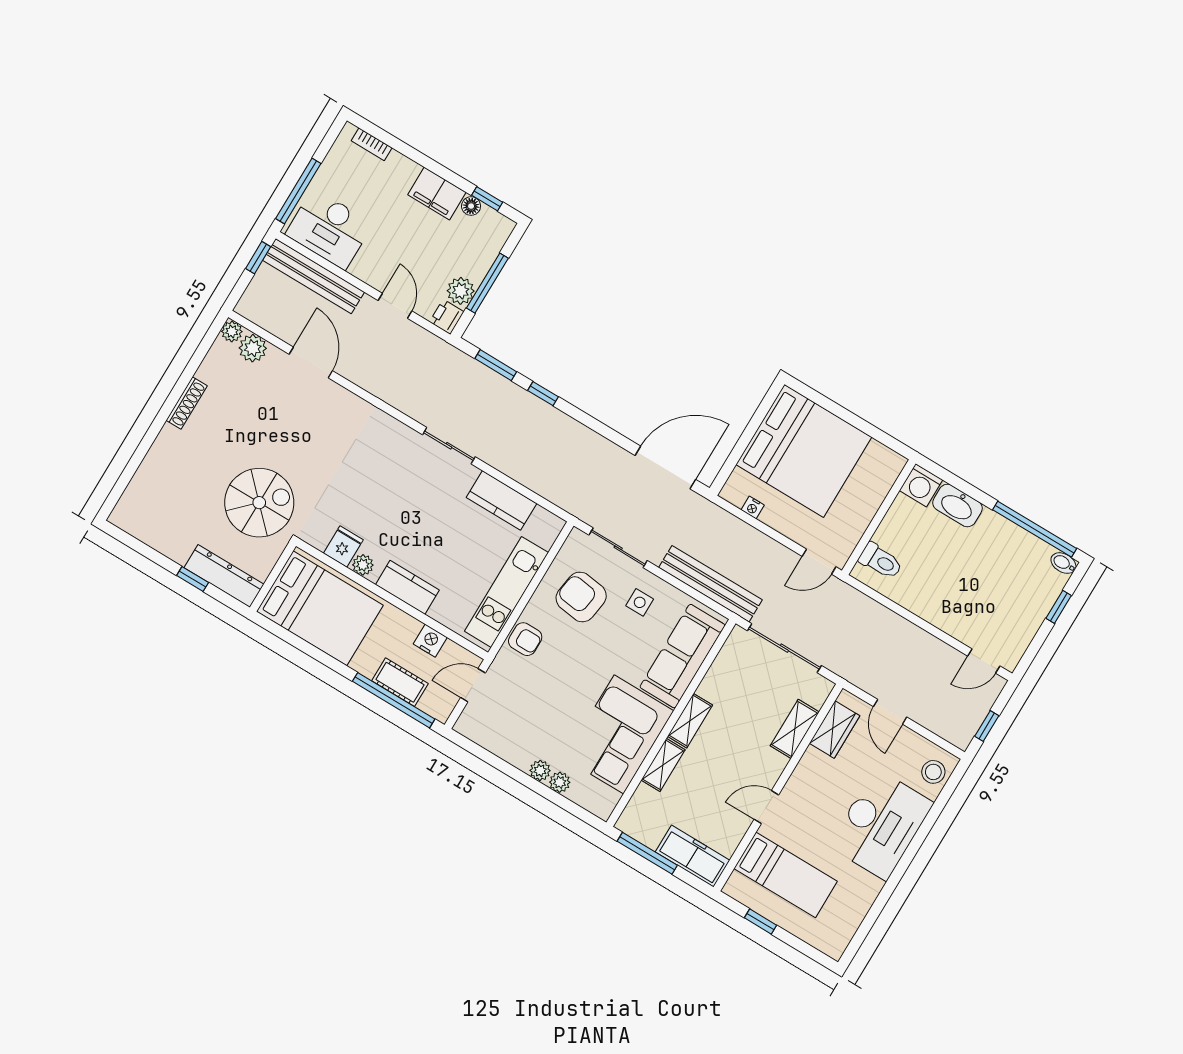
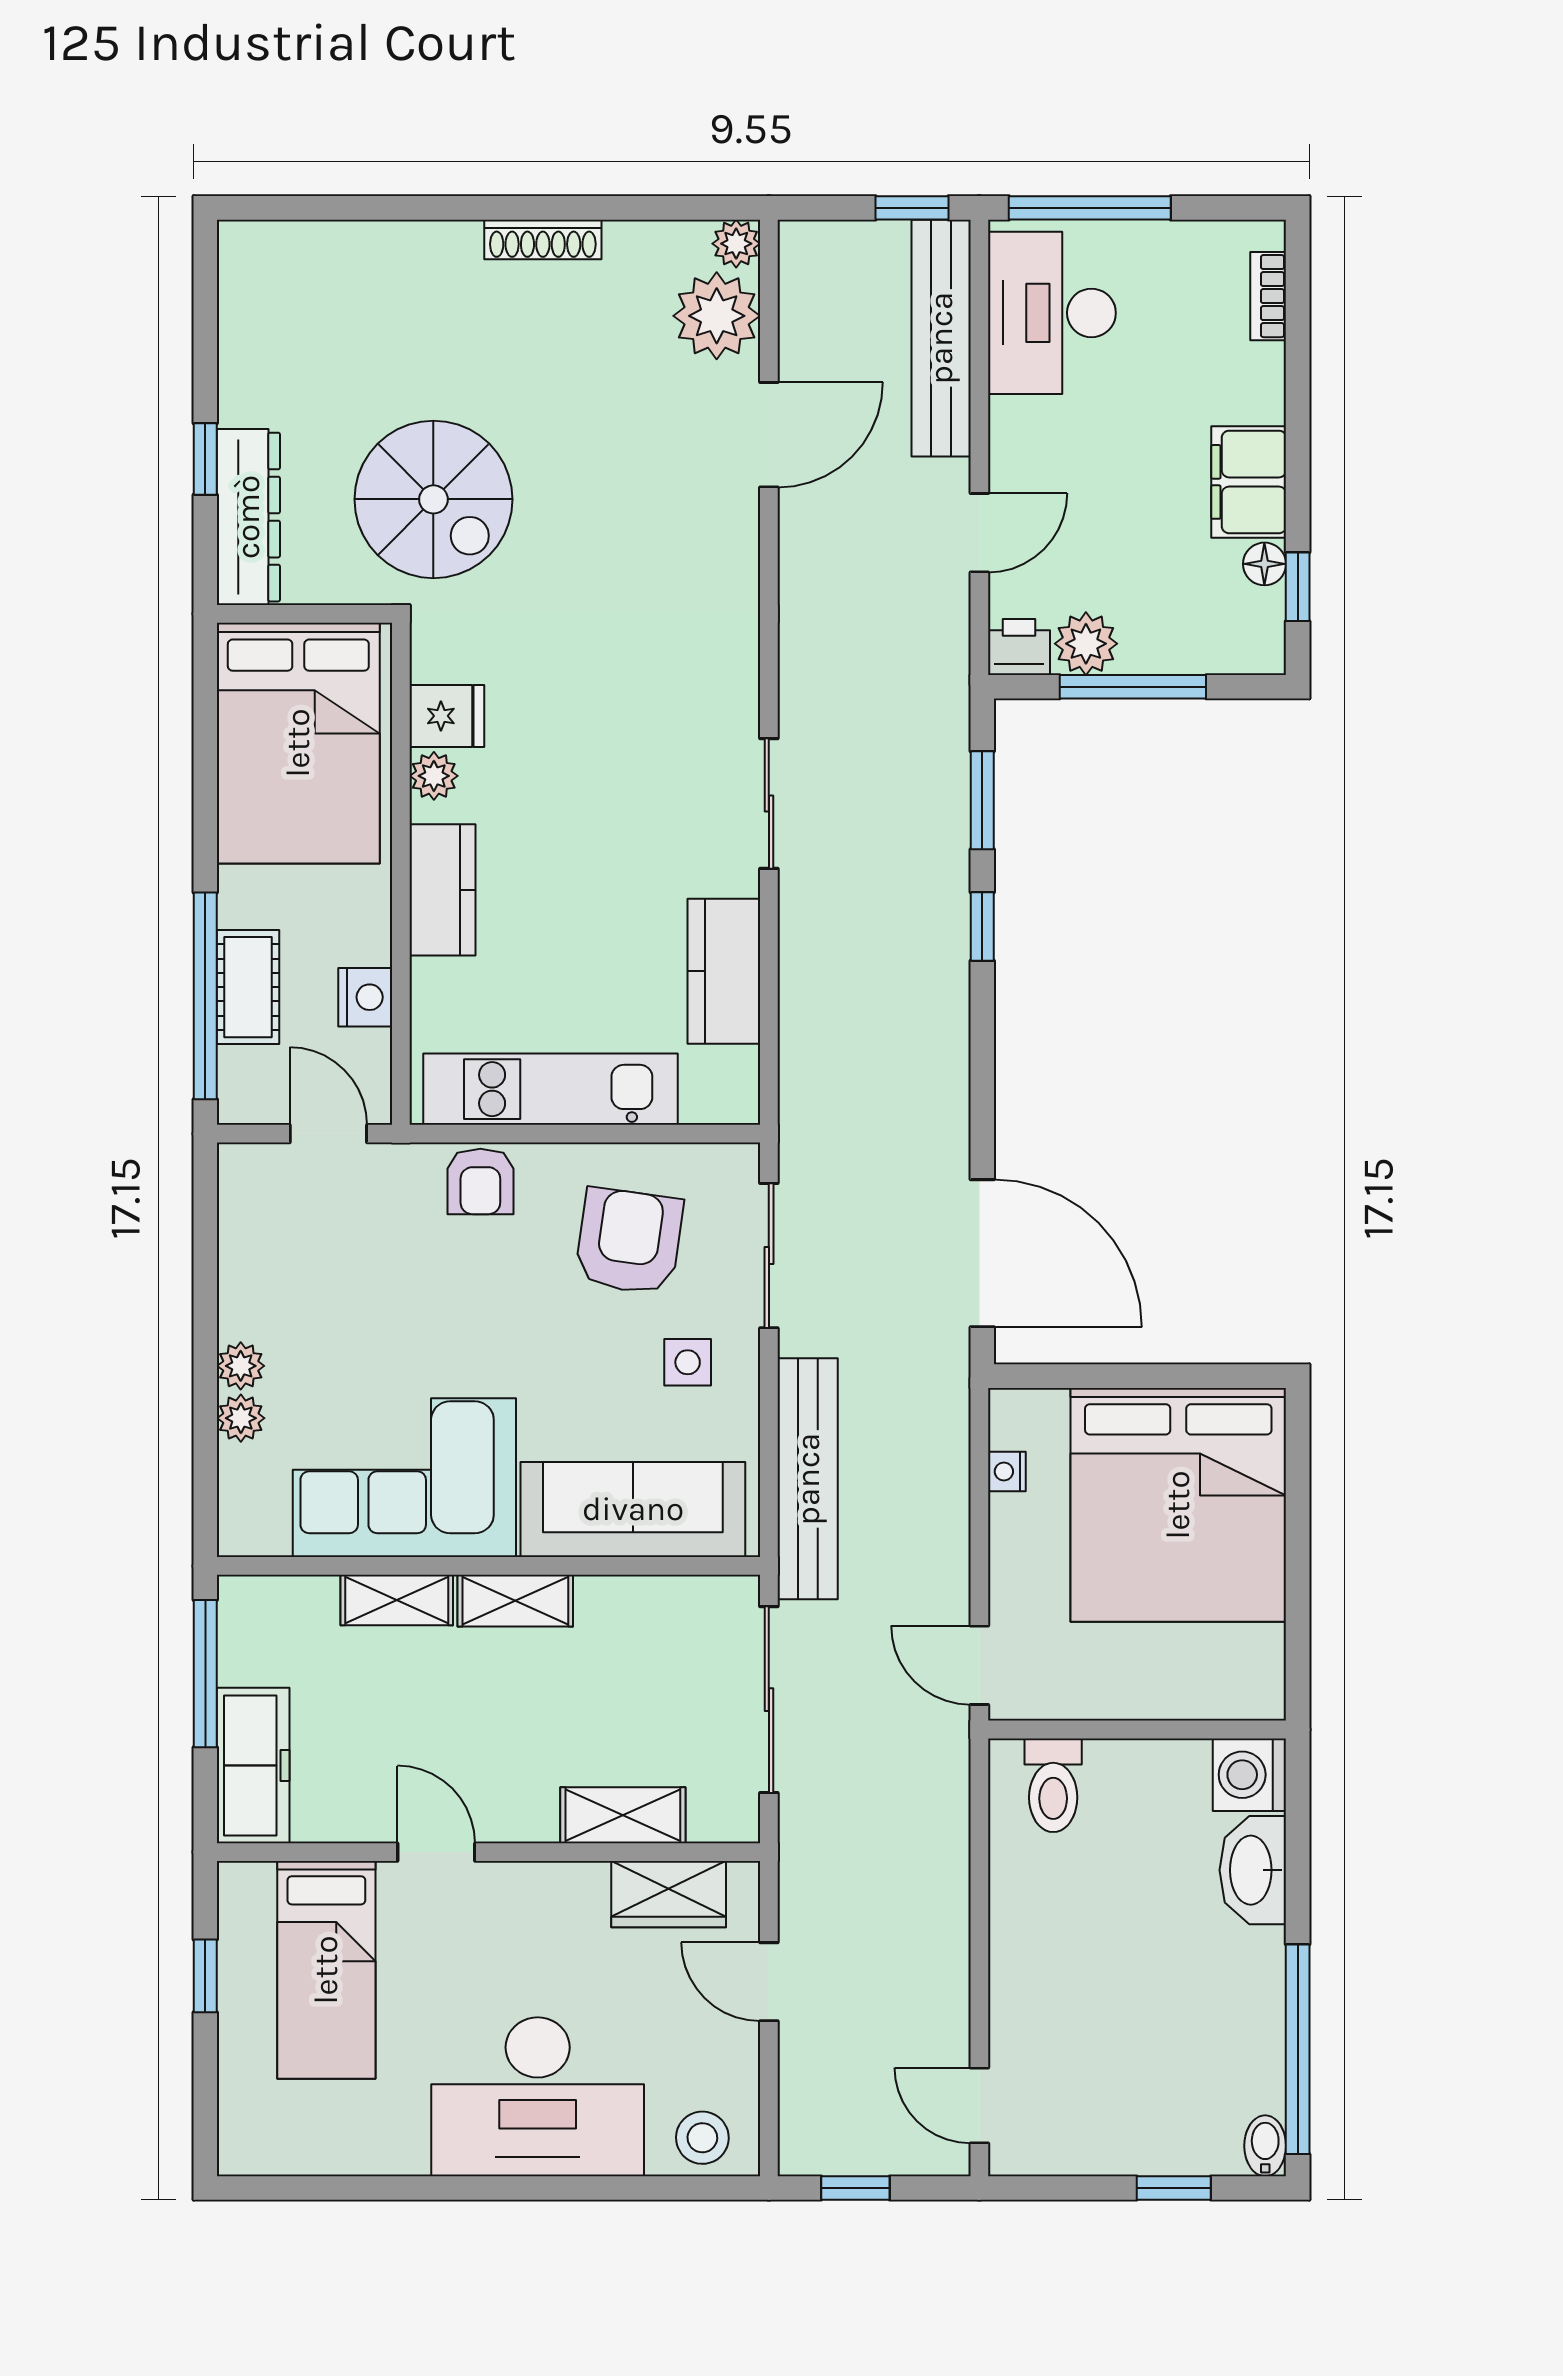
plant: (253, 348) -> (717, 316), width x1.36, depth x1.36
door: (890, 712) -> (769, 1982), hinge flipped

